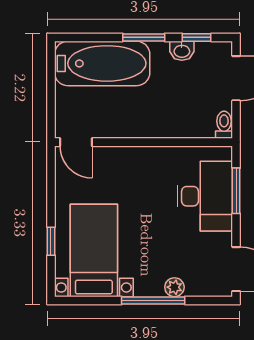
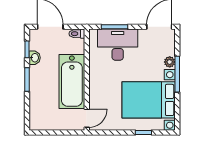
bathtub: (102, 63) -> (72, 81), moved, turned 180
bed with nightstands: (94, 250) -> (149, 100), width x1.36

